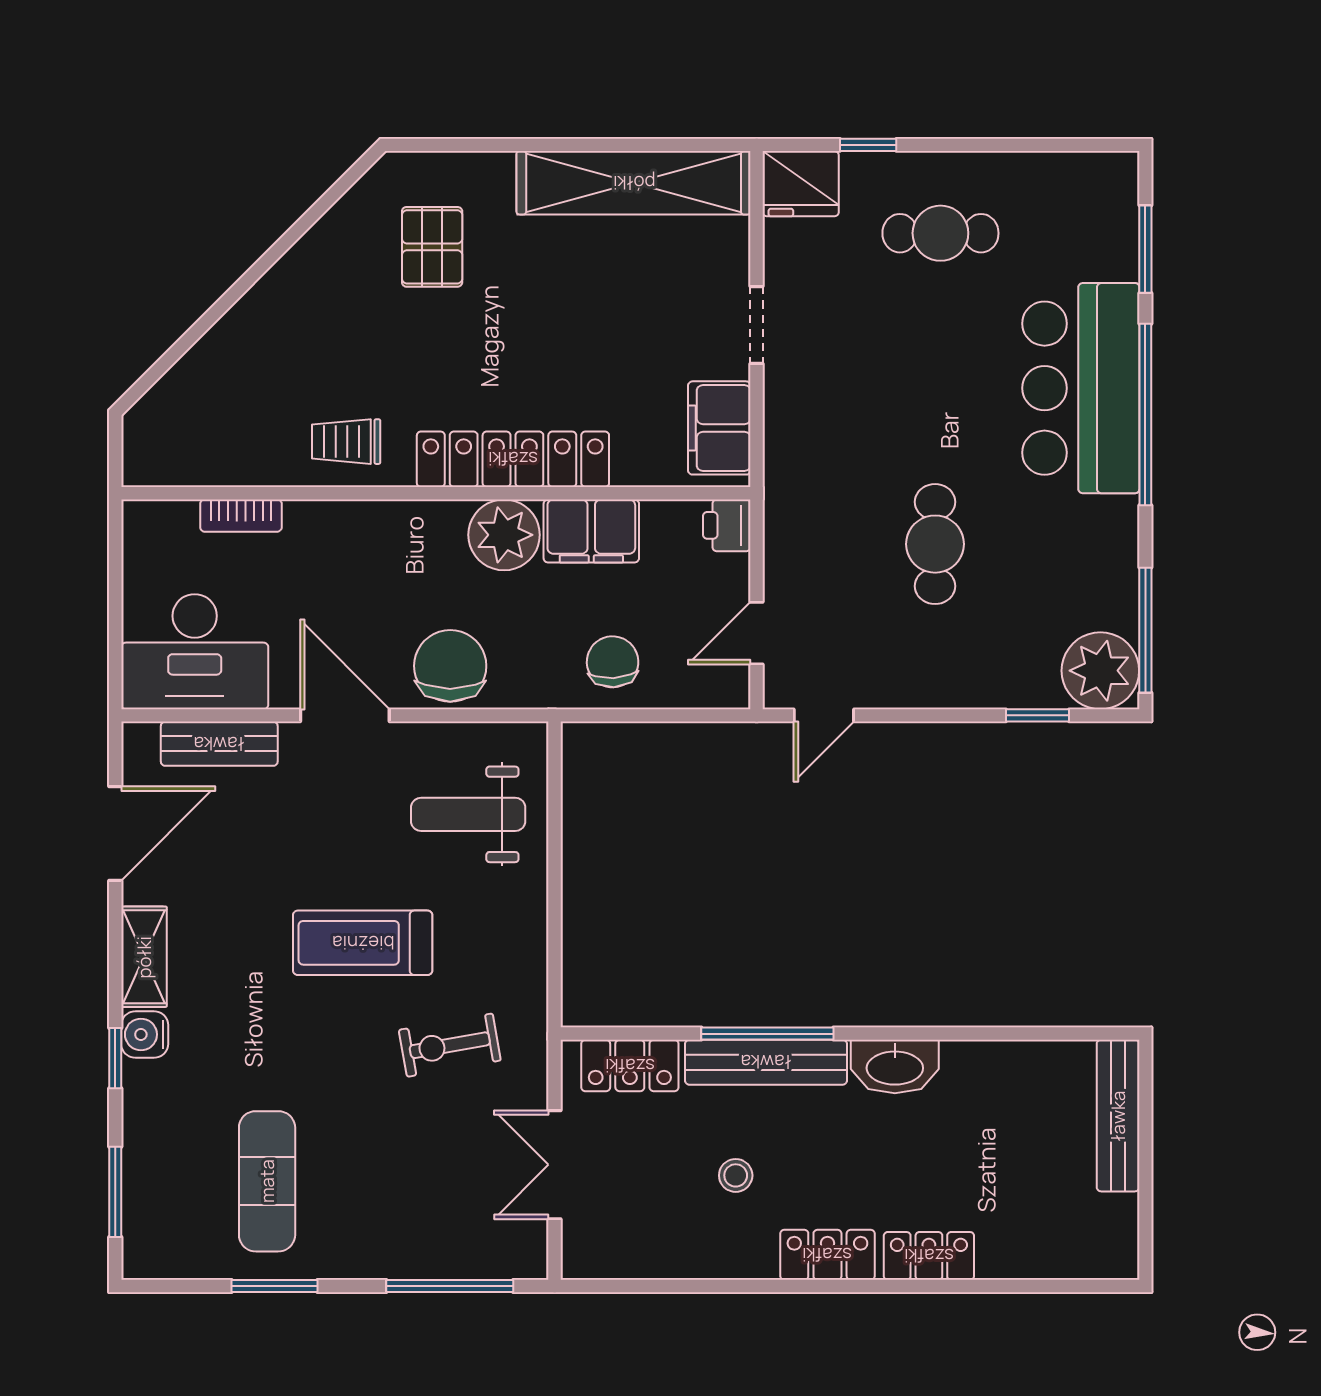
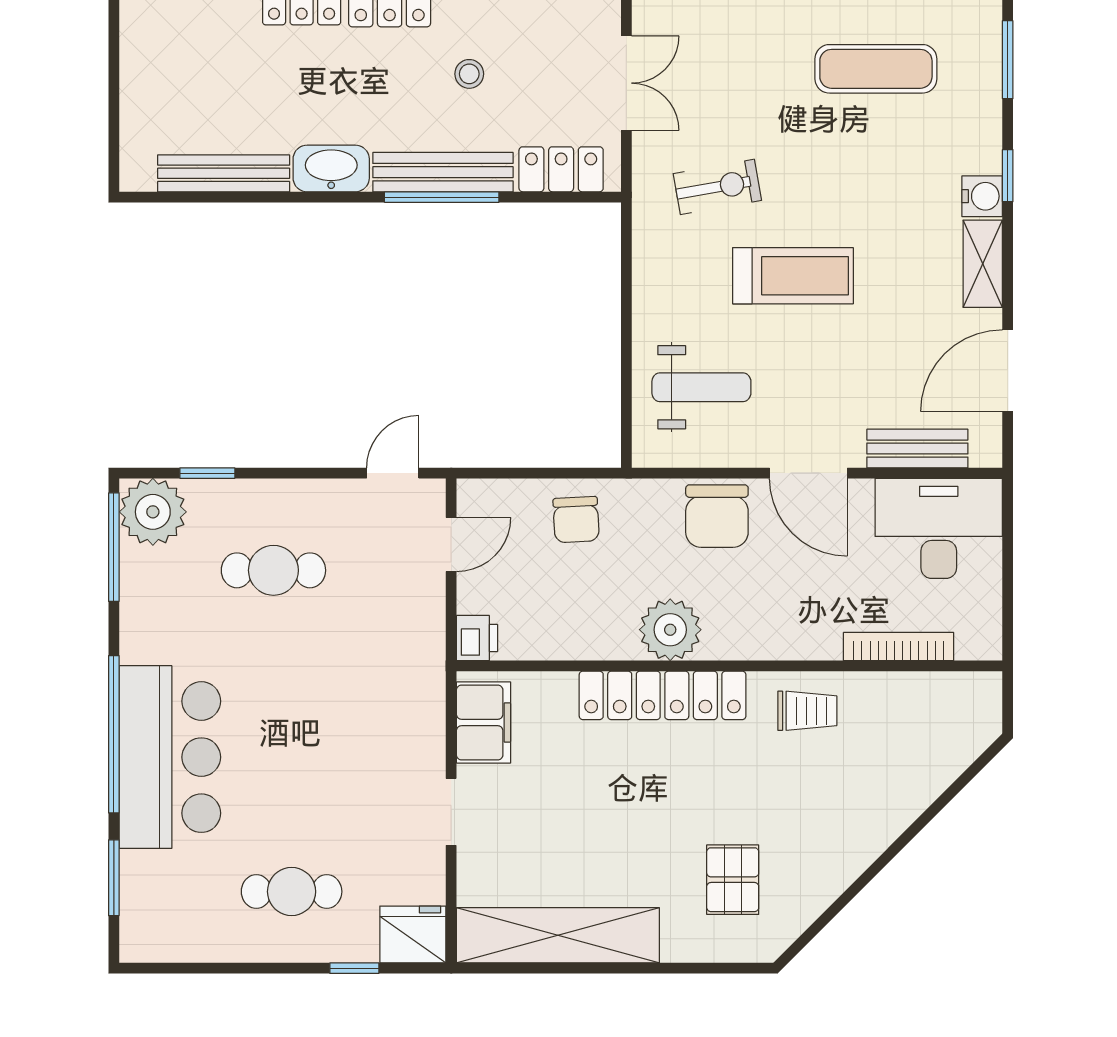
bookcase: (241, 516) -> (899, 647), width x1.56
filing cabinet: (591, 531) -> (595, 633), removed
cafe table: (935, 544) -> (273, 570), moved, turned 90
bench: (1118, 1116) -> (224, 173), moved, turned 90
exercise mat: (267, 1181) -> (876, 69), turned 90

